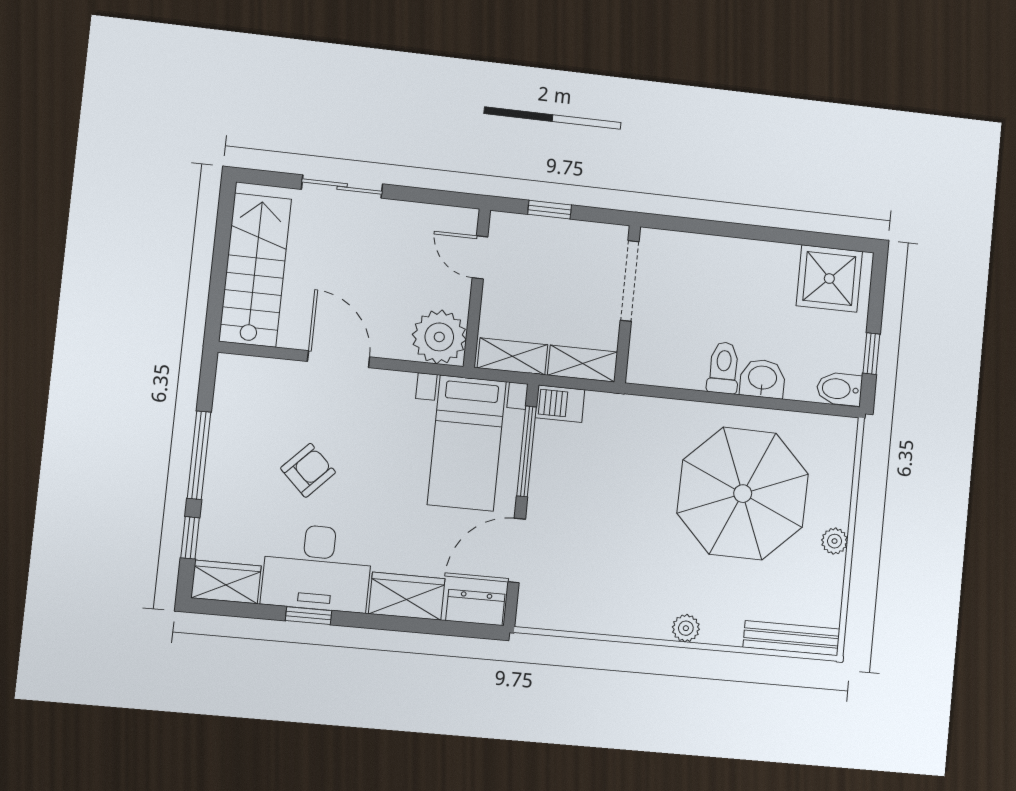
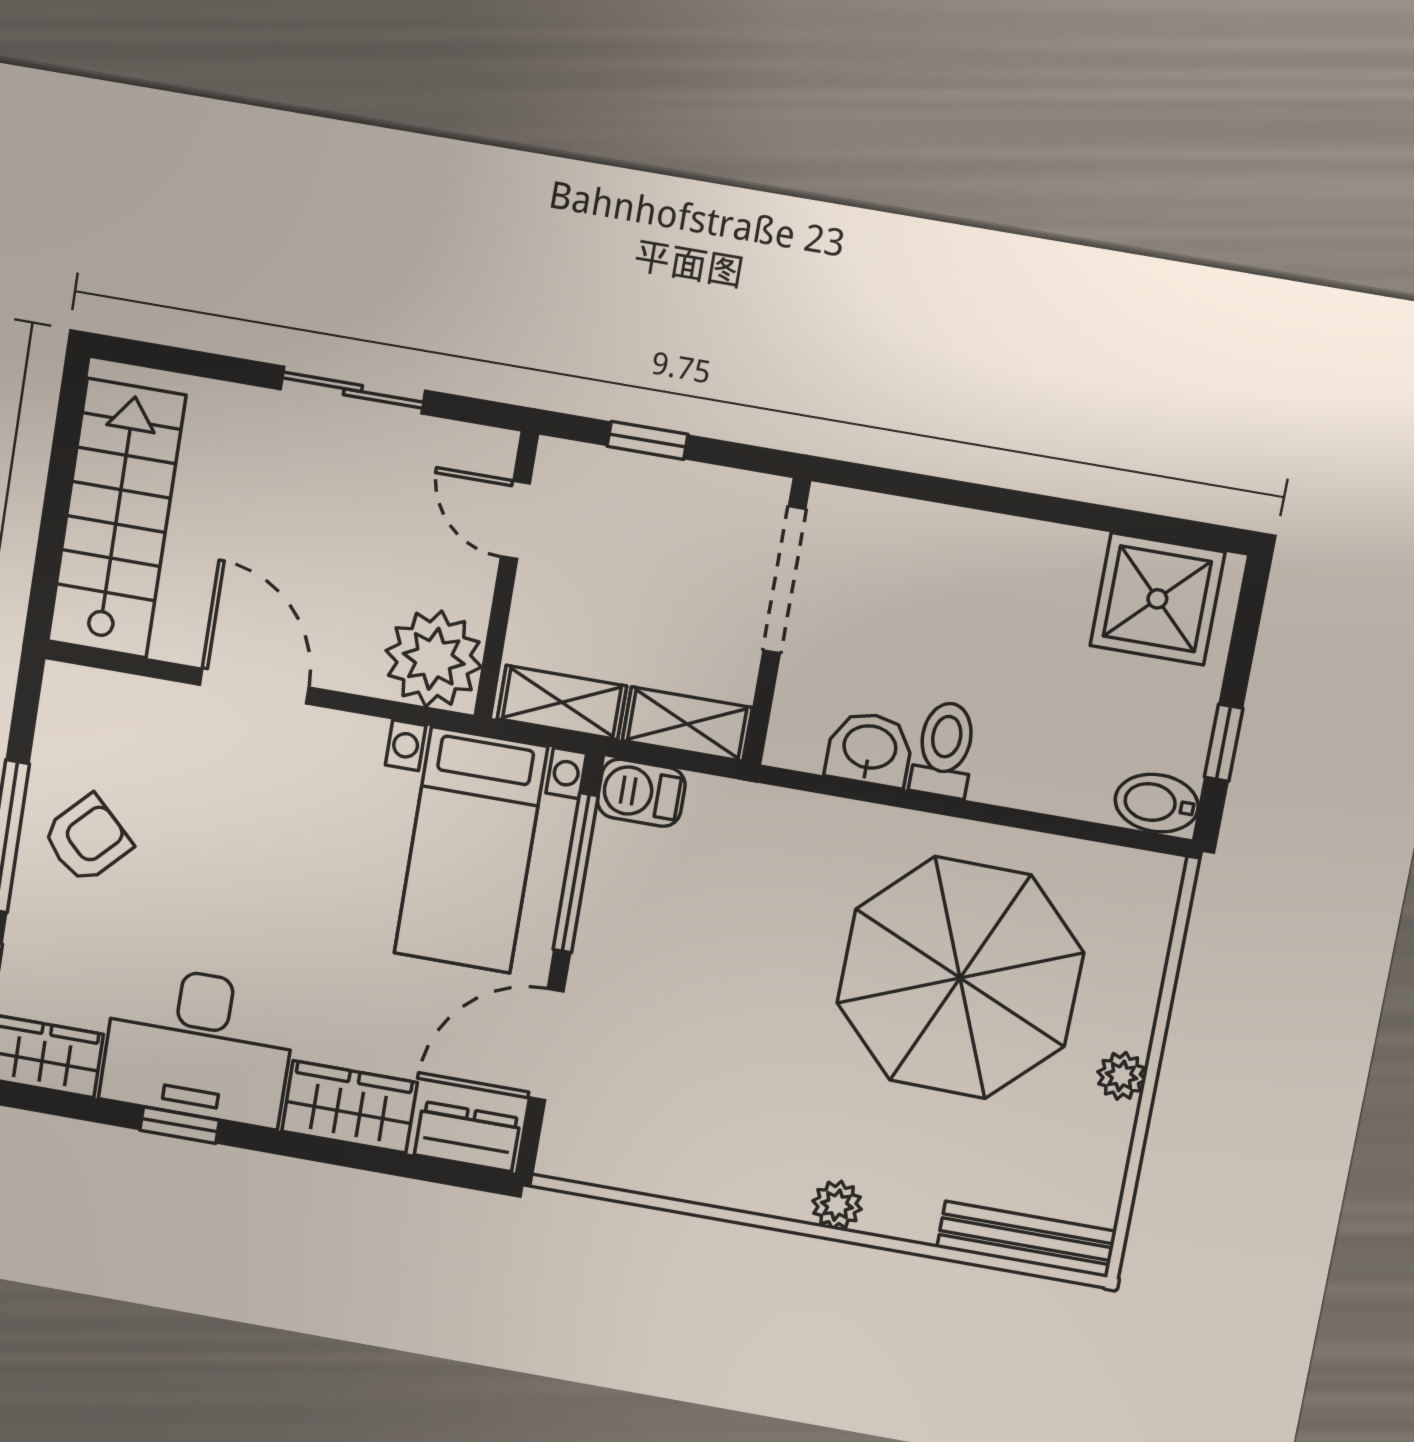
sliding door: (342, 187) -> (353, 390), moved
washbasin: (762, 379) -> (870, 749), moved
armchair: (308, 470) -> (87, 839), moved

